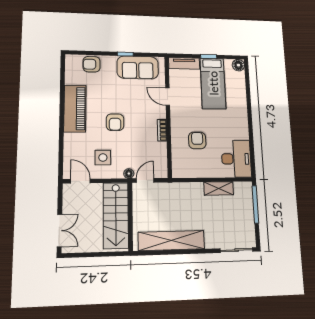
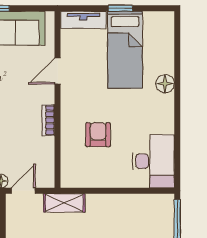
floor lamp: (238, 65) -> (165, 84), moved
door: (168, 97) -> (58, 71), hinge flipped
shelving: (219, 188) -> (64, 203), moved

